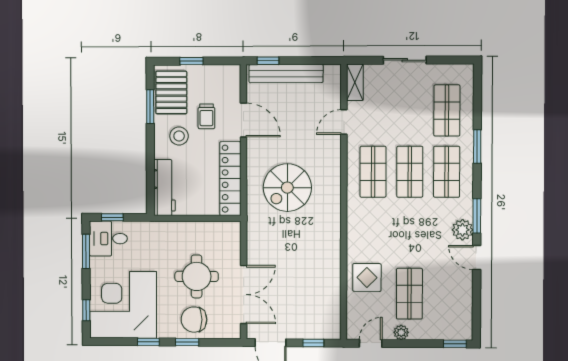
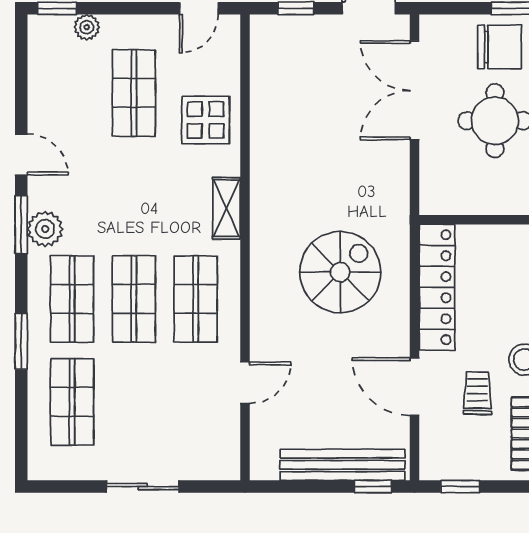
window: (191, 61) -> (460, 487), moved
shelving: (355, 82) -> (226, 208), moved
plant: (462, 230) -> (45, 229), moved
plant: (401, 332) -> (87, 27), moved

